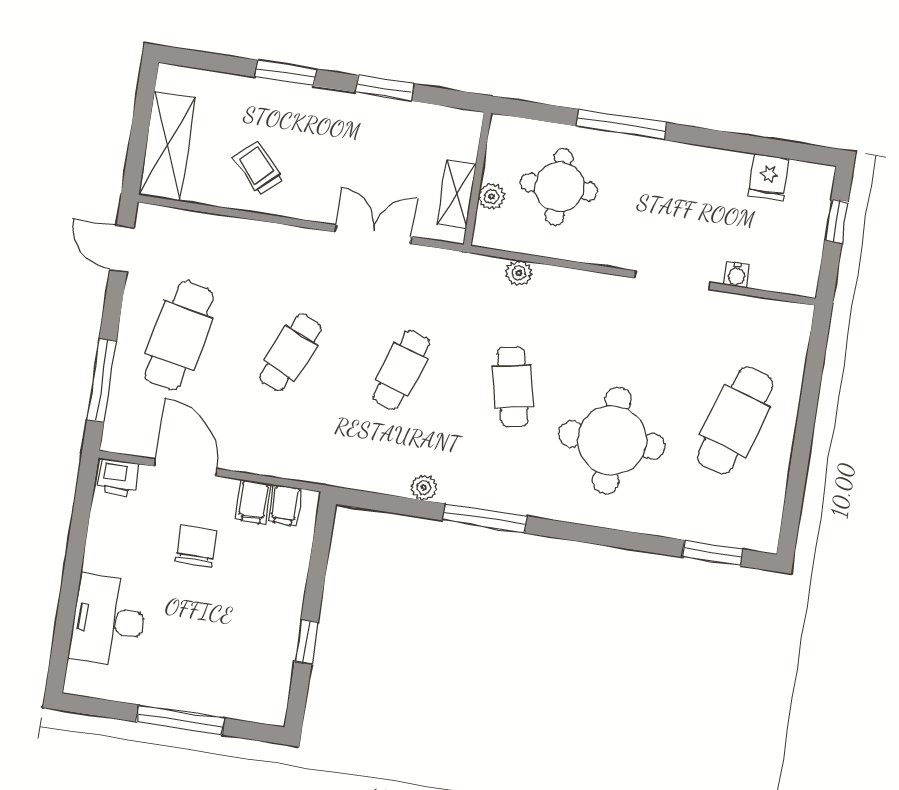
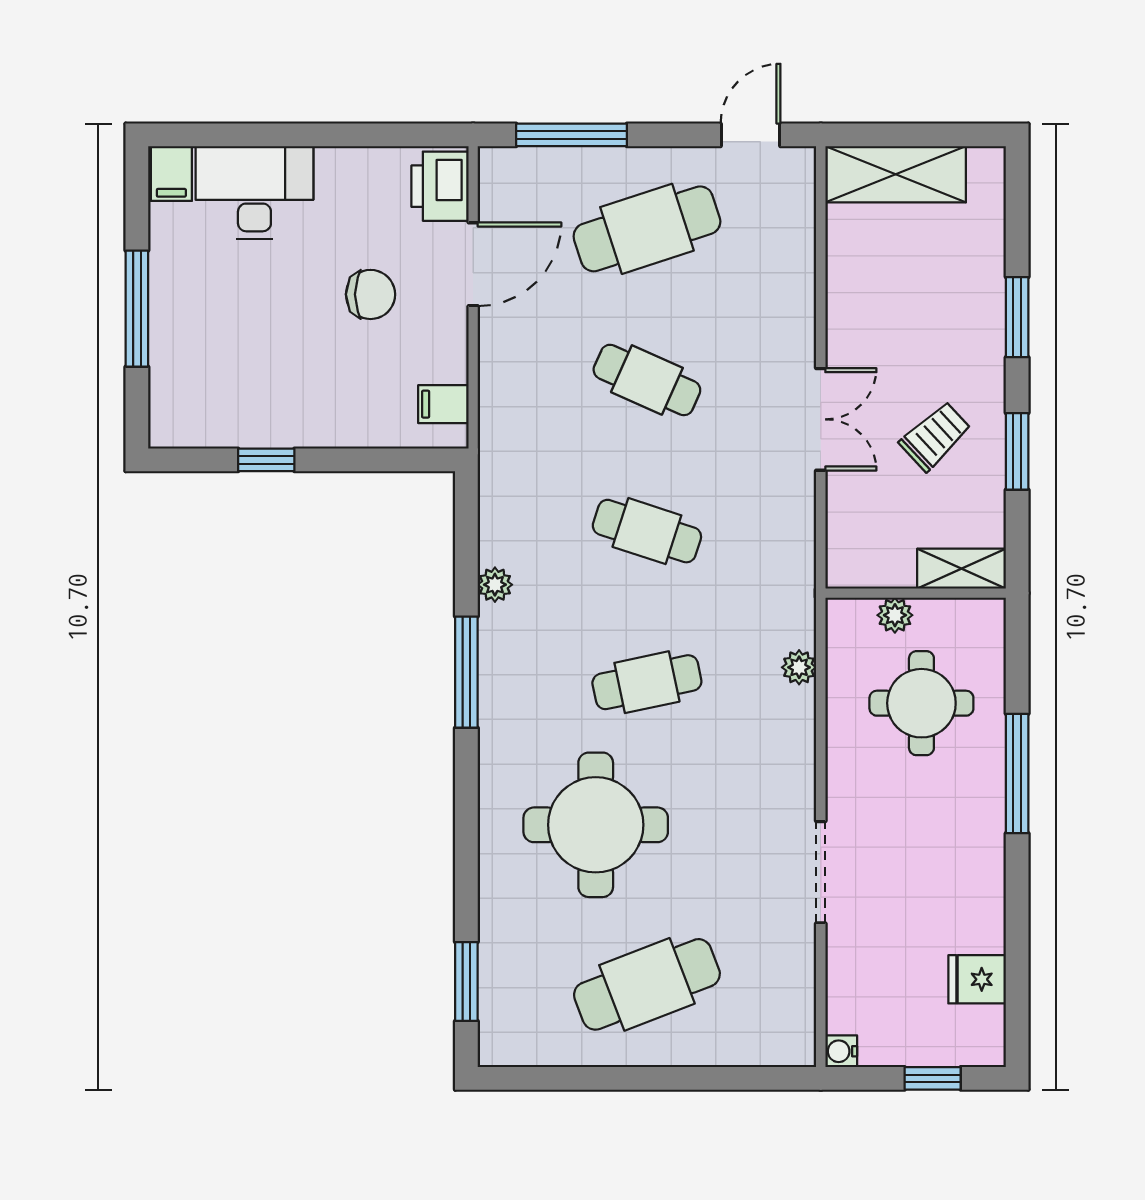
trolley: (258, 168) -> (935, 436), moved
shelving: (457, 194) -> (961, 569), moved
double door: (373, 234) -> (821, 419), moved
water cooler: (737, 275) -> (841, 1051), moved
cafe table: (179, 336) -> (647, 229), turned -30
cafe table: (735, 421) -> (647, 984), turned -39
printer: (118, 478) -> (440, 186), width x1.36, depth x1.24
filing cabinet: (253, 502) -> (171, 174), moved, turned -90

